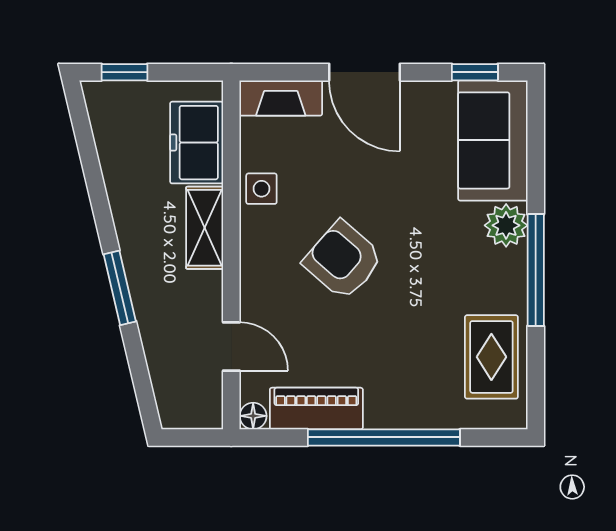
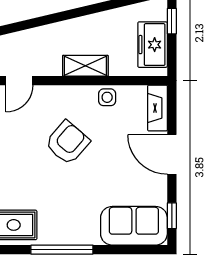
door: (364, 72) -> (172, 154), hinge flipped
freezer: (197, 143) -> (153, 45), moved, turned -90
plant: (506, 225) -> (87, 233), removed
window: (120, 288) -> (52, 19), removed

